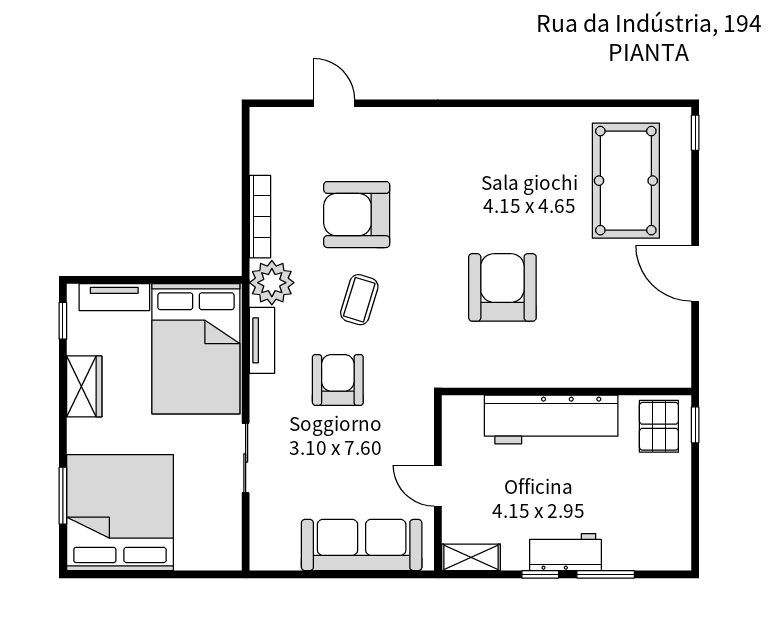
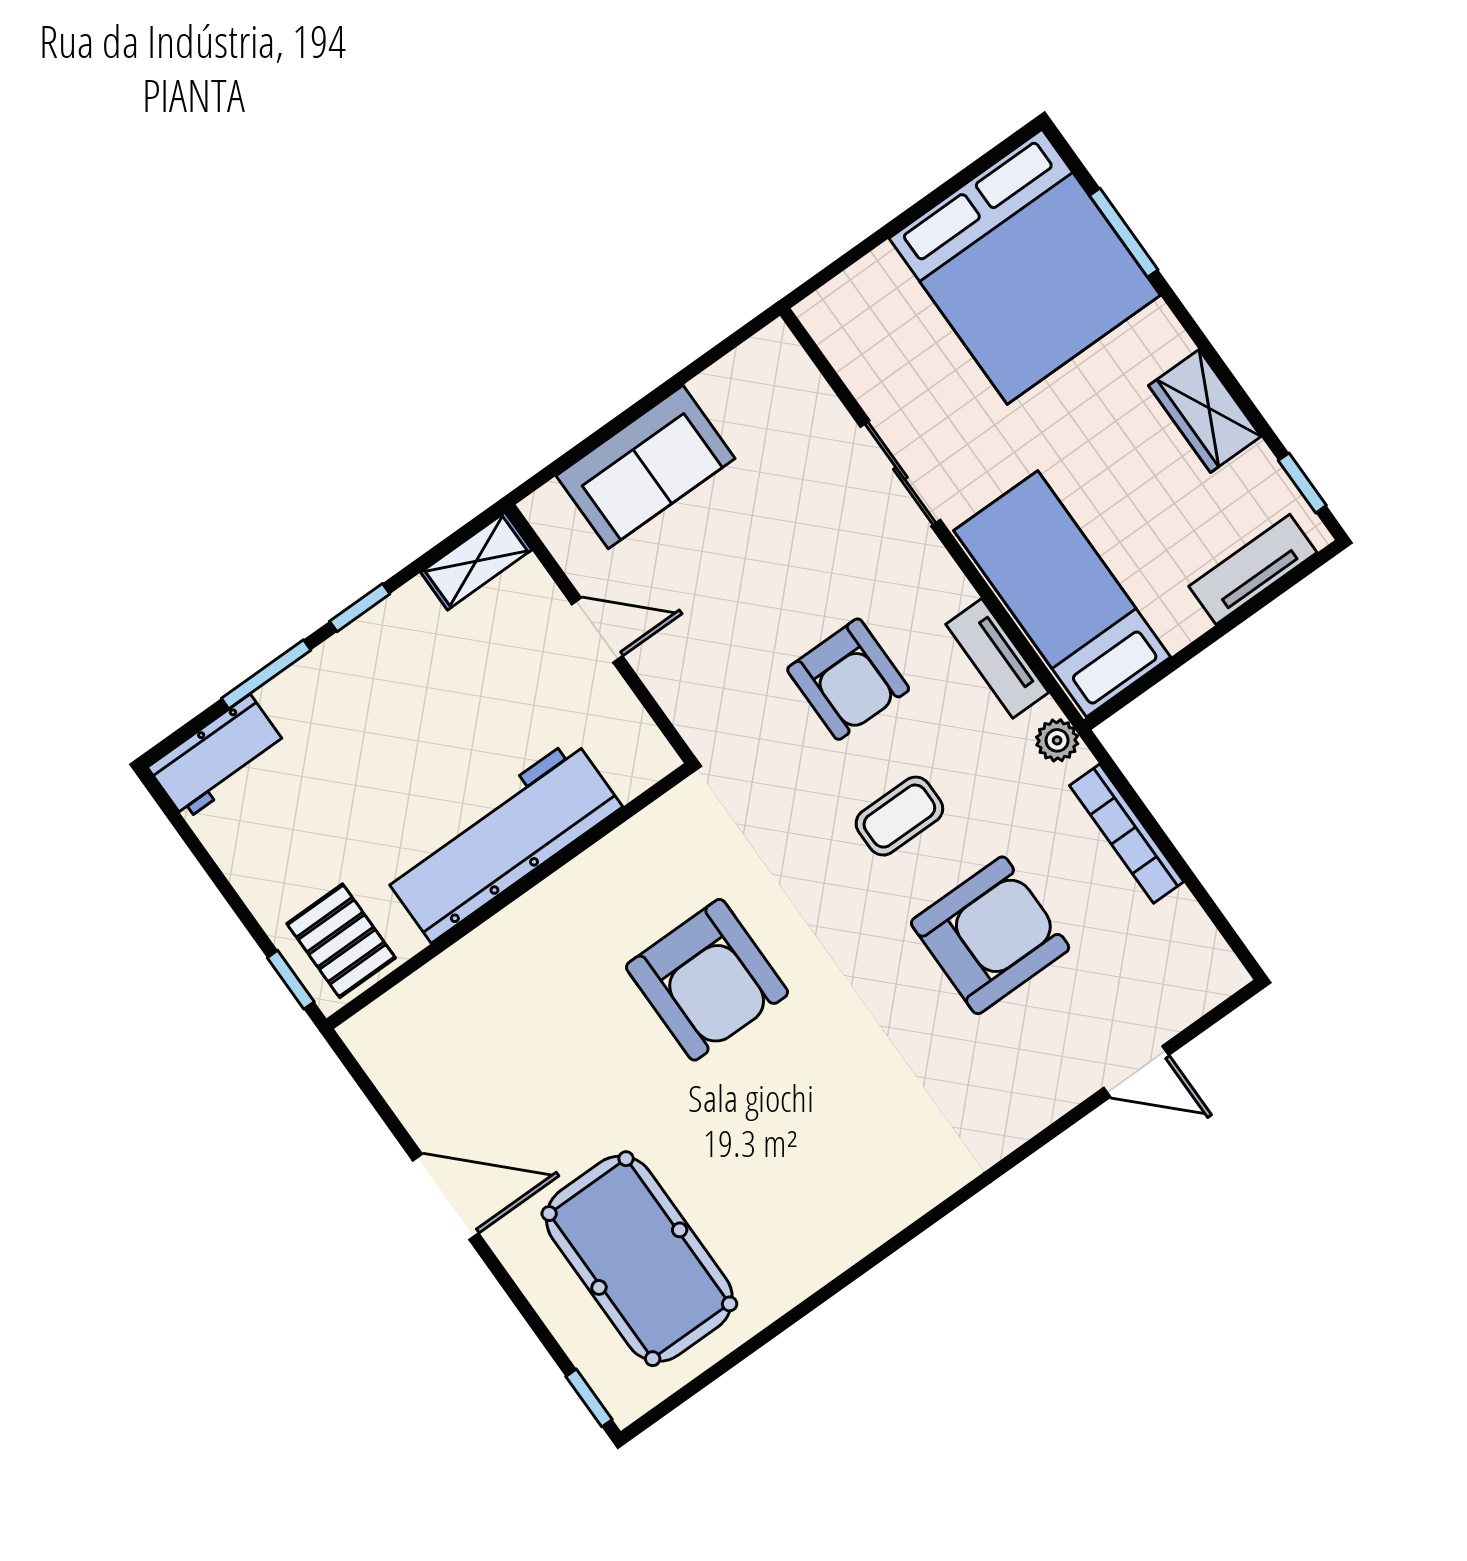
plant: (272, 283) -> (1057, 740), width x0.53, depth x0.53
coffee table: (359, 300) -> (899, 816), turned 73
bed: (196, 349) -> (1062, 594), width x0.67
sofa: (362, 545) -> (646, 467), width x0.73
workbench: (565, 552) -> (218, 757), moved

